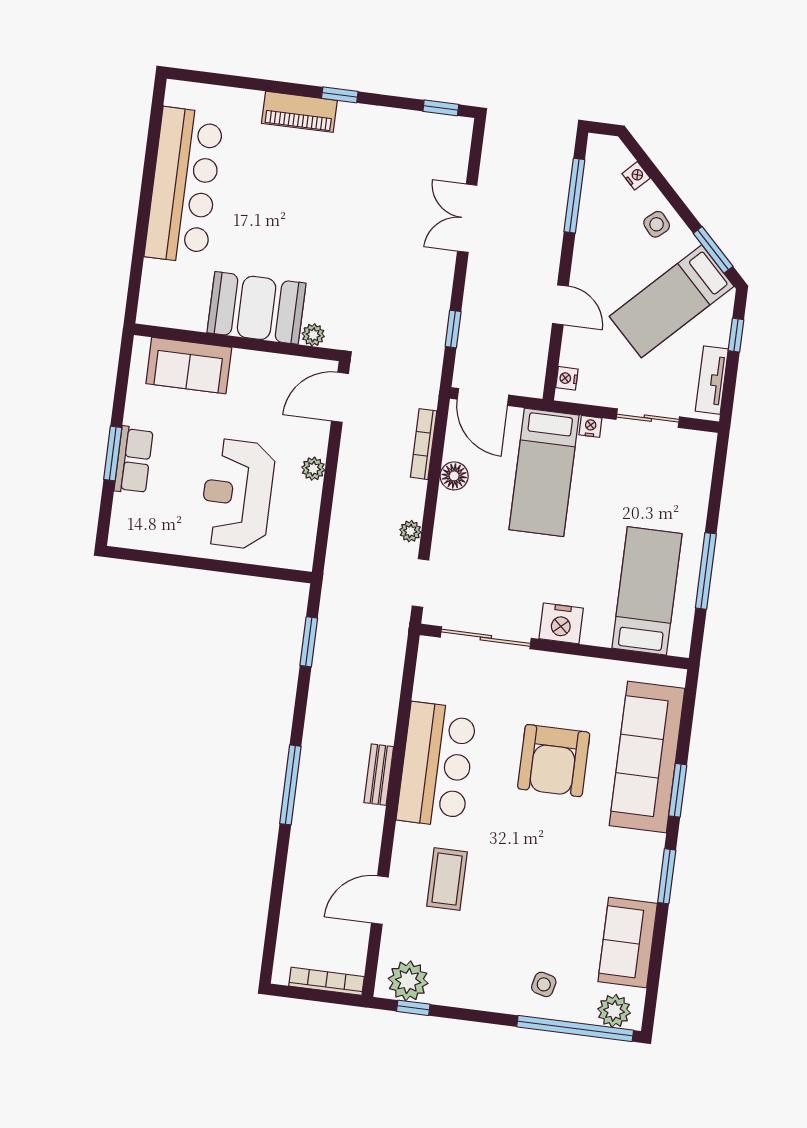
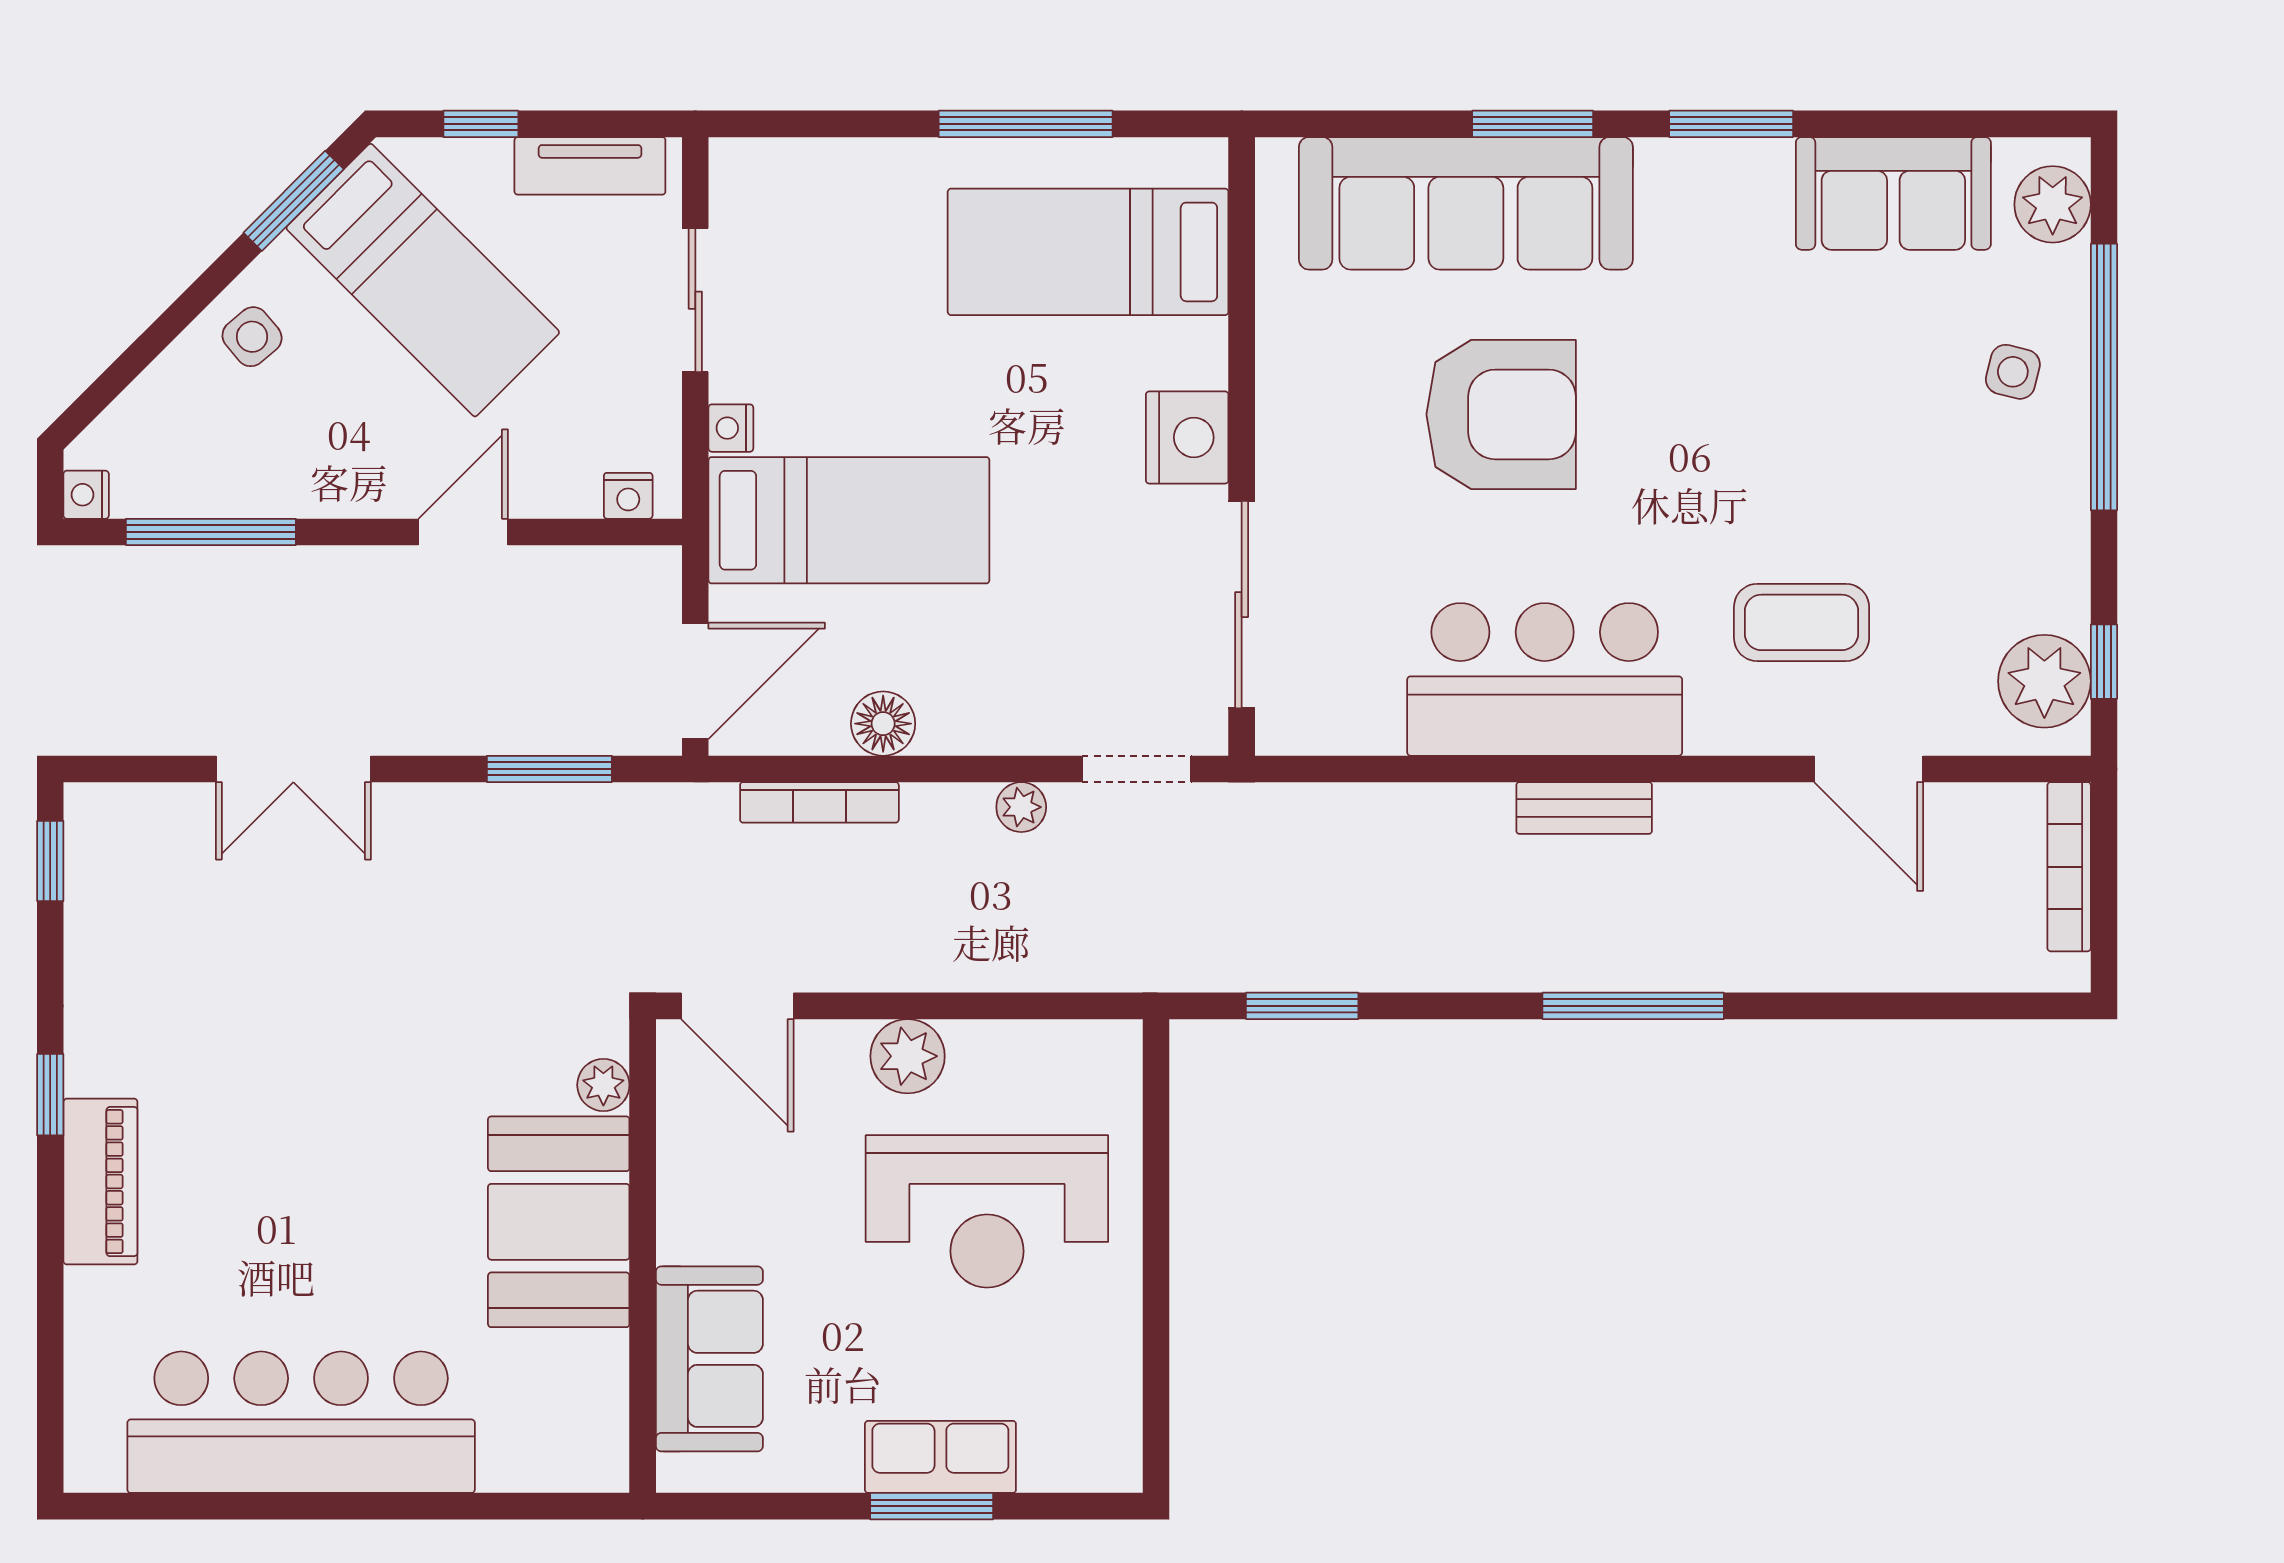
nightstand: (636, 176) -> (86, 495), moved, turned -45
window: (453, 329) -> (549, 769), width x1.50
plant: (313, 469) -> (908, 1056), width x1.38, depth x1.38
window: (575, 1029) -> (2104, 377), moved

